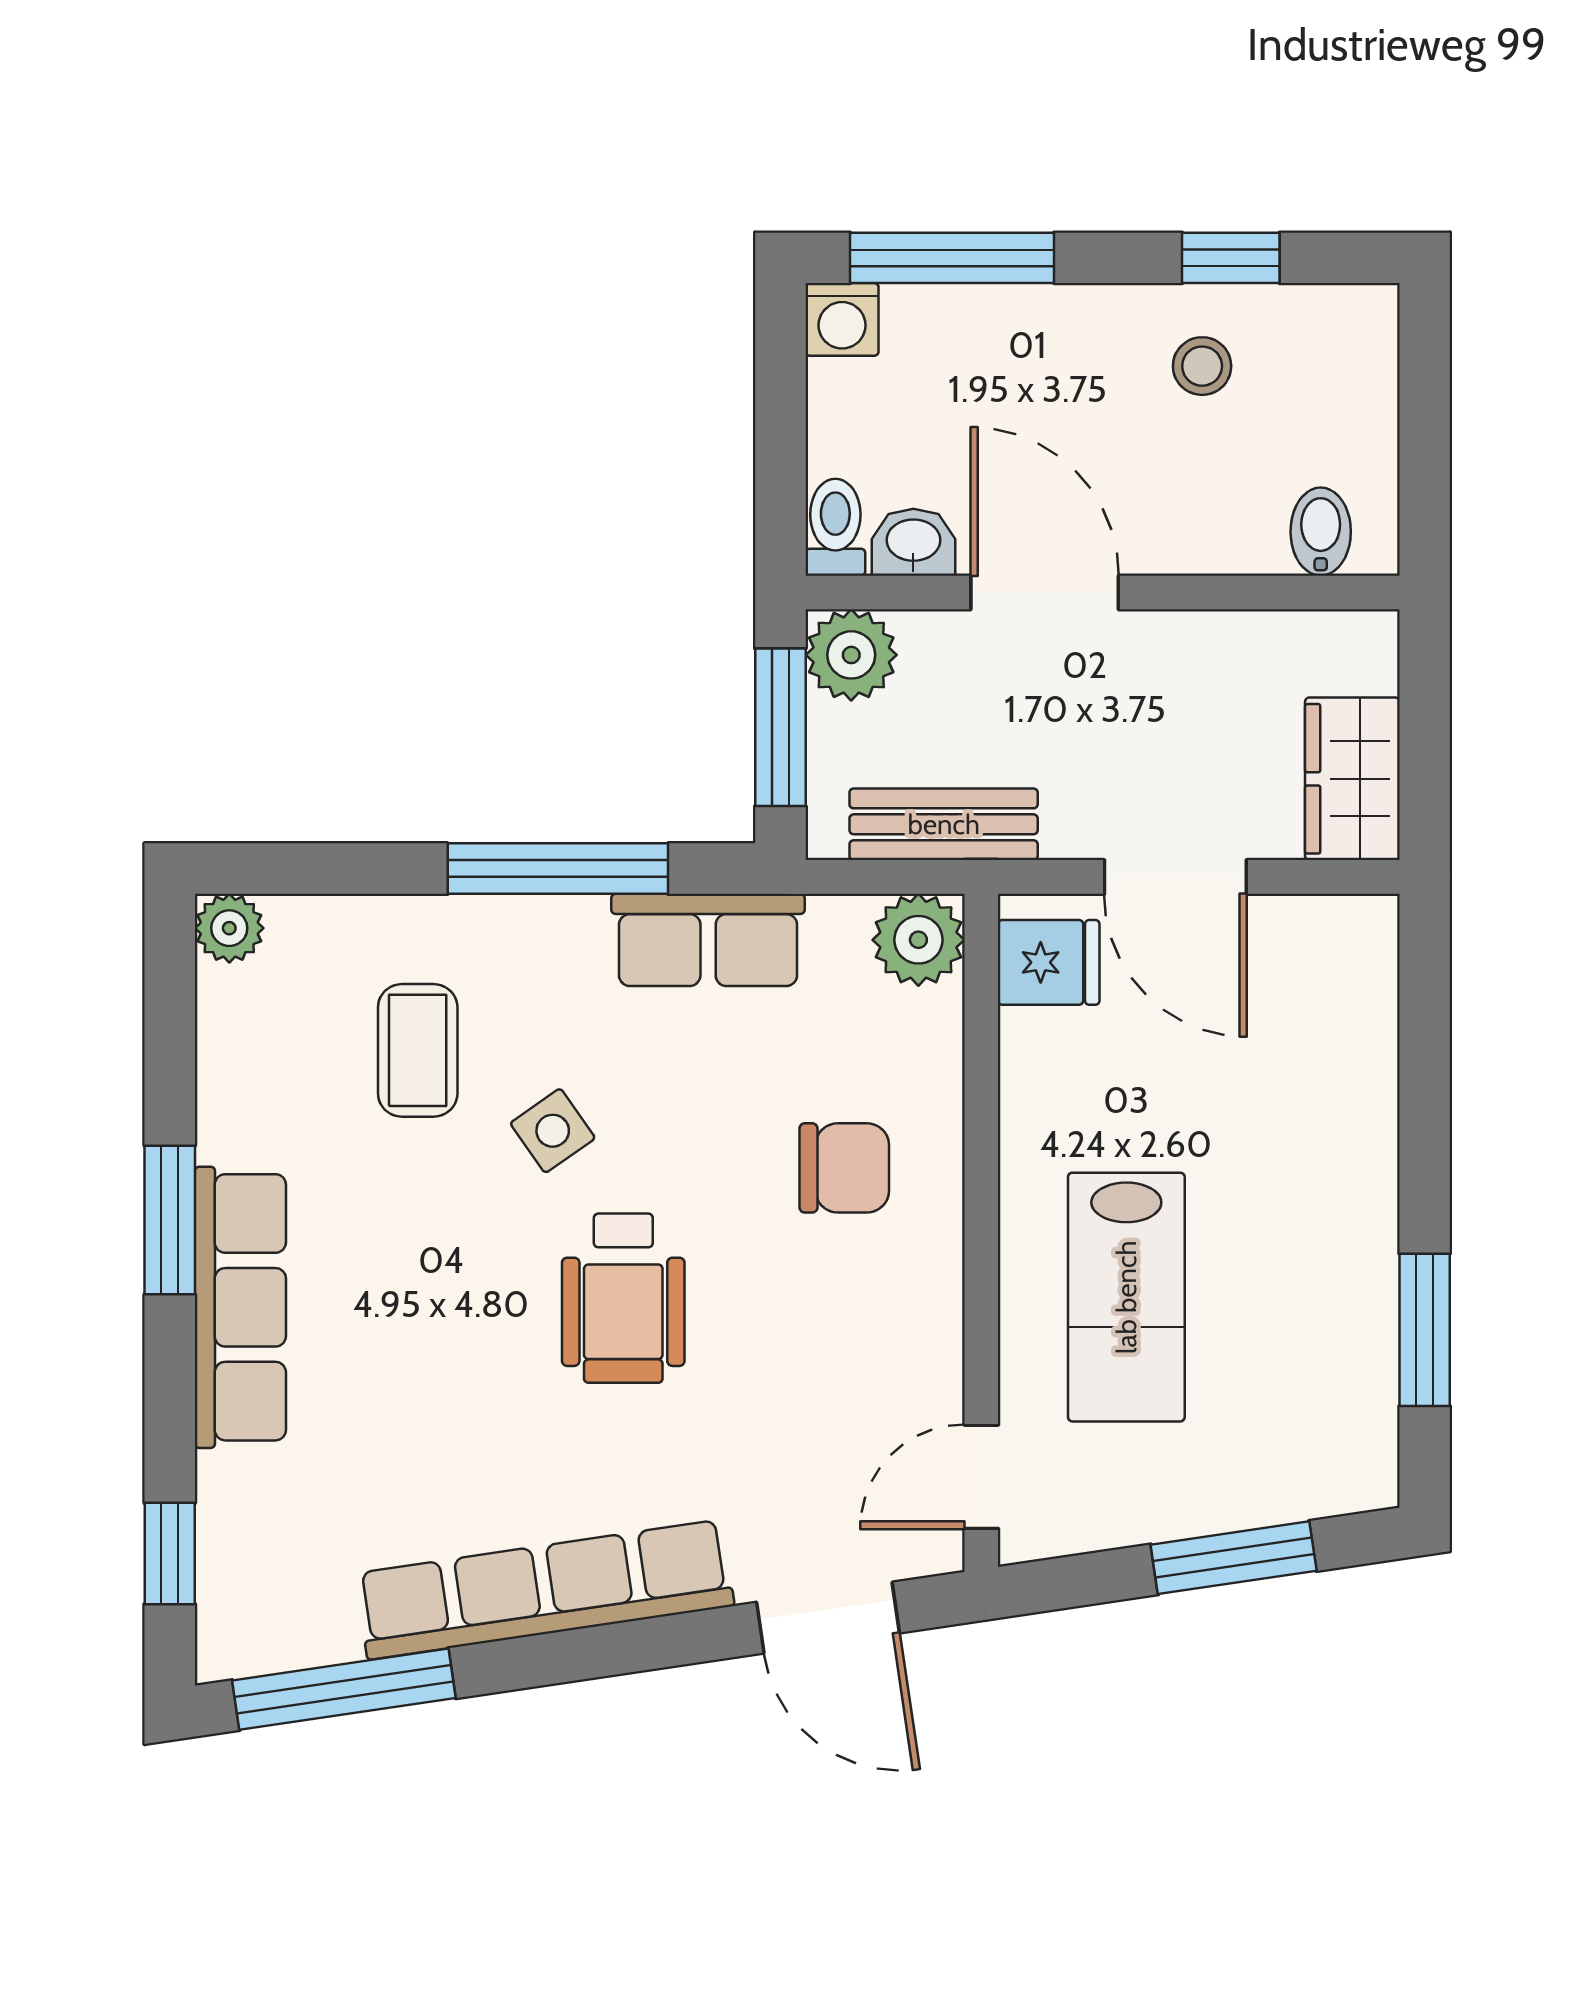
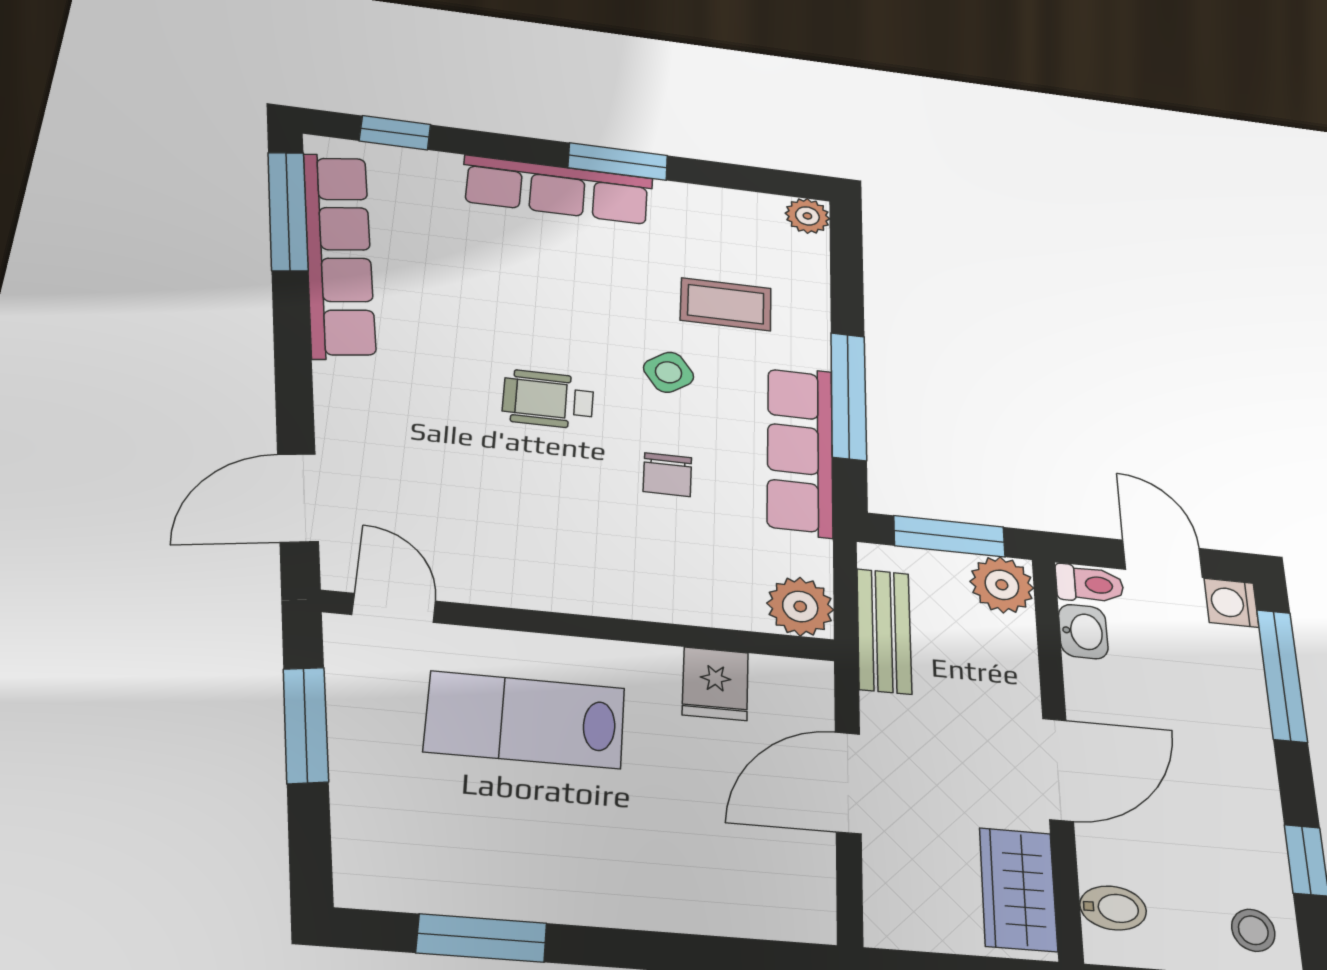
stool: (1202, 366) -> (1253, 930), moved
door: (780, 415) -> (1163, 559), added
door: (1045, 593) -> (1058, 769), moved
wardrobe: (1352, 779) -> (1018, 889), moved, turned -90
row of seats: (708, 940) -> (800, 450), width x1.48
fridge: (1049, 962) -> (715, 684), moved
chair: (844, 1168) -> (667, 475), moved, width x0.73, depth x0.73
wheelchair: (623, 1298) -> (548, 399), width x0.73, depth x0.73
window: (1234, 1558) -> (306, 725), moved
row of seats: (545, 1590) -> (339, 254), moved

